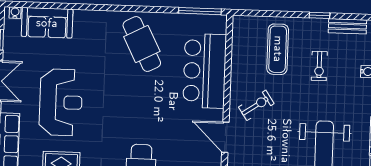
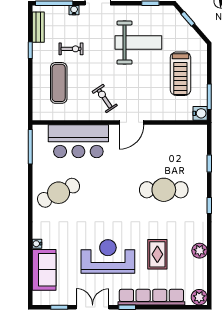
water cooler: (15, 13) -> (37, 244), moved
exercise mat: (278, 49) -> (59, 83), turned 90

